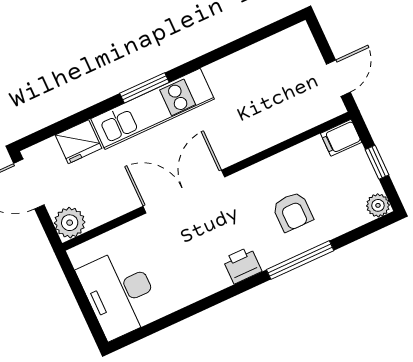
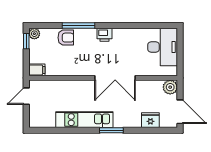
kitchen unit: (152, 109) -> (84, 120), moved
window: (377, 162) -> (26, 41), moved
armchair: (293, 212) -> (66, 38), moved, turned 90

